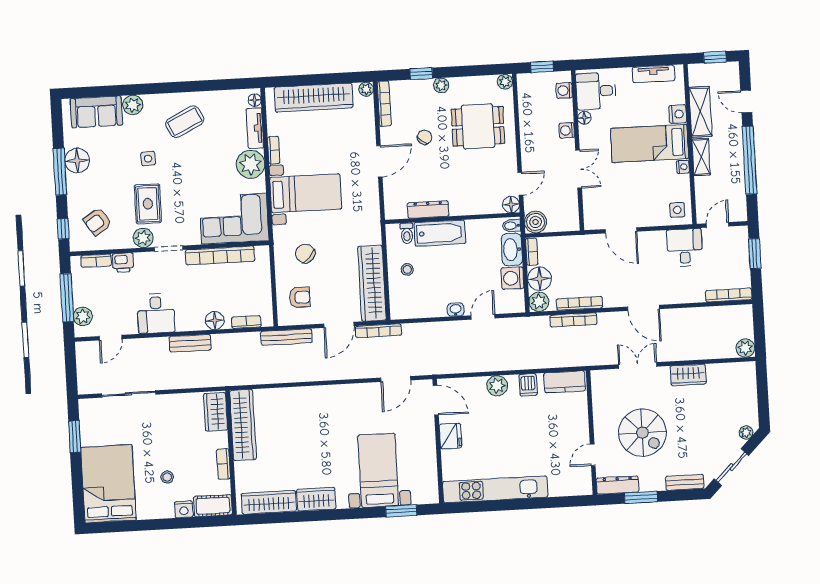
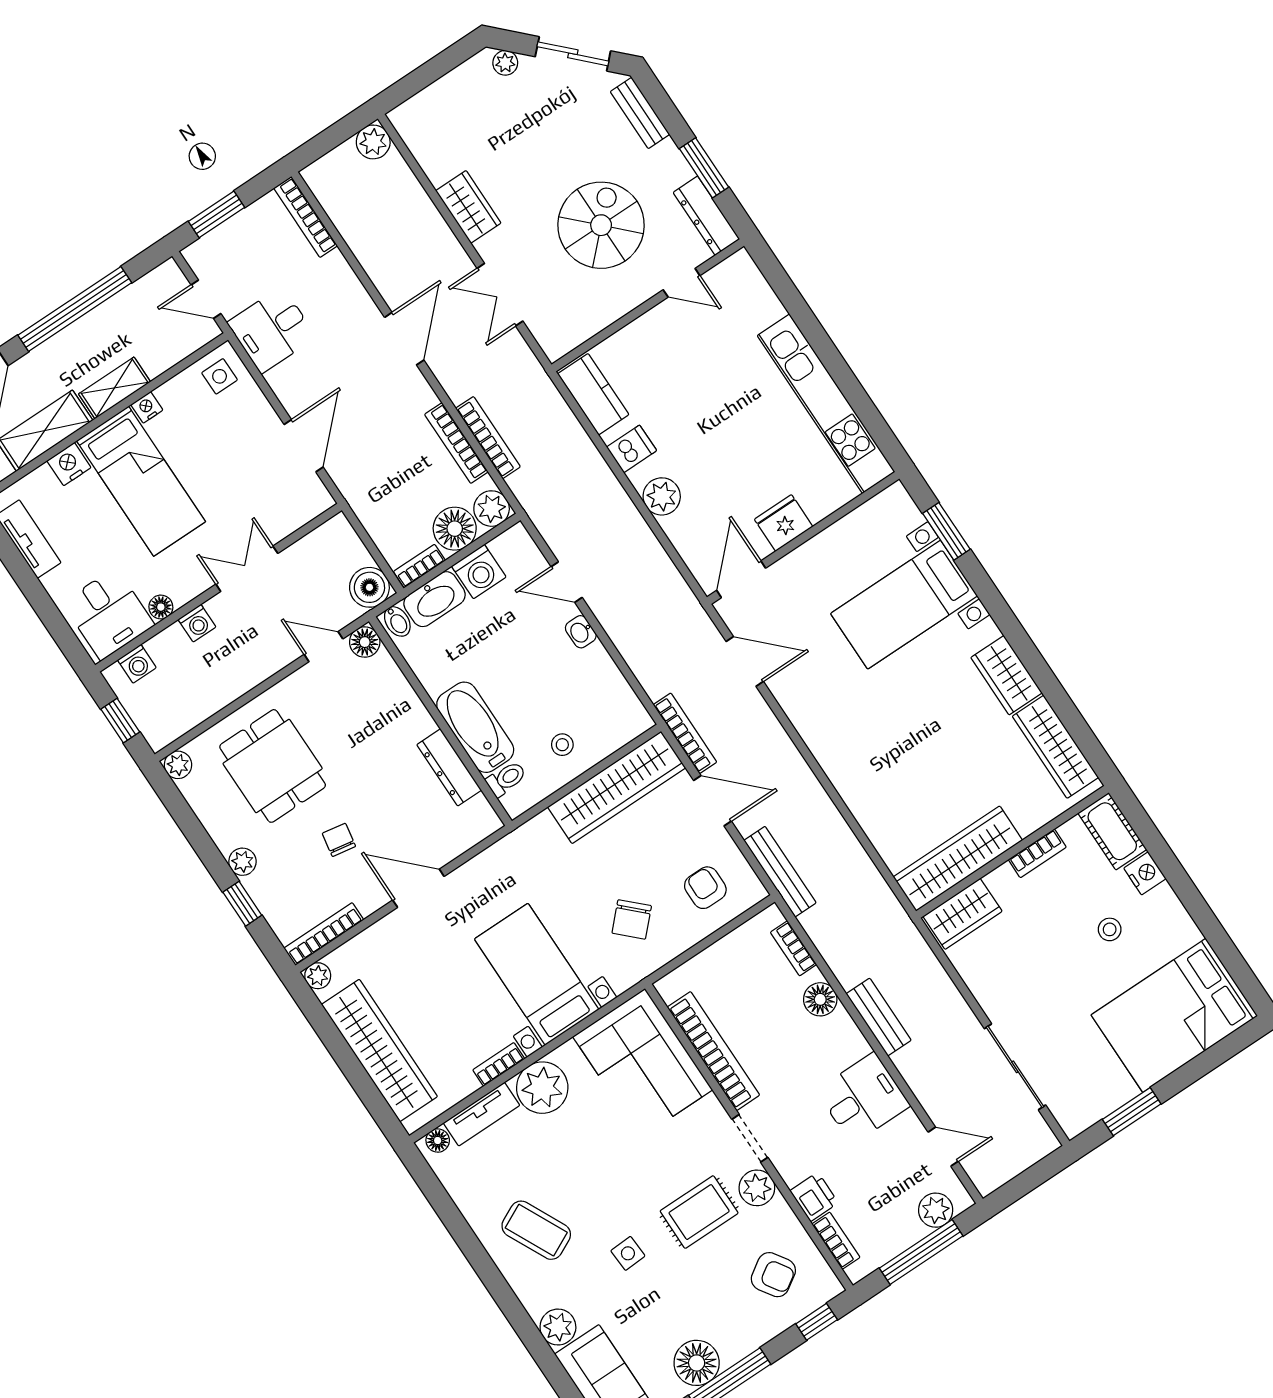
chair: (424, 137) -> (339, 840), turned 63

